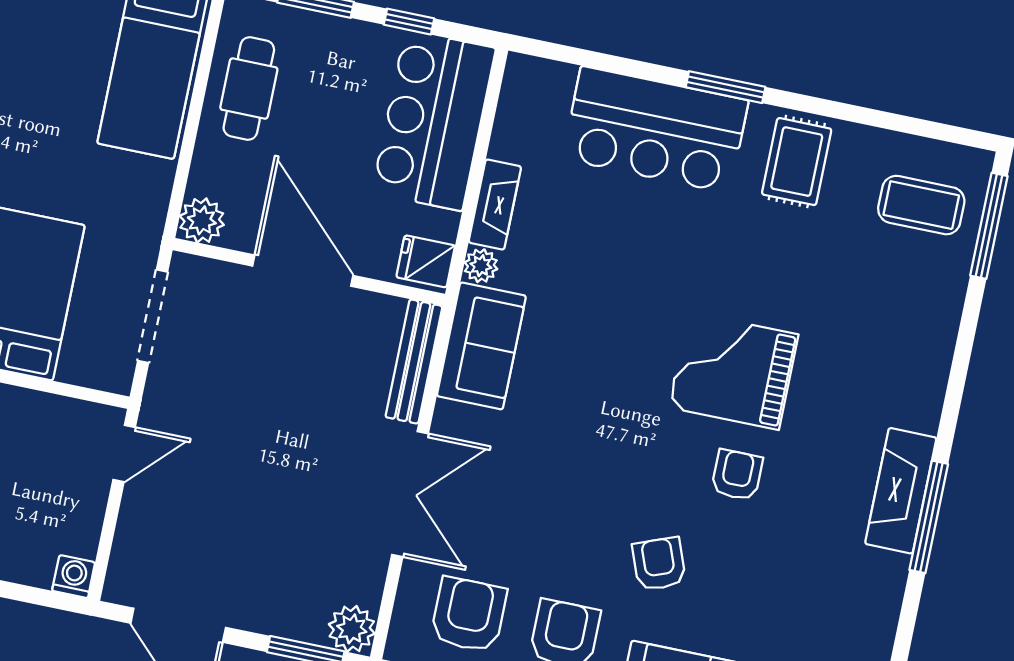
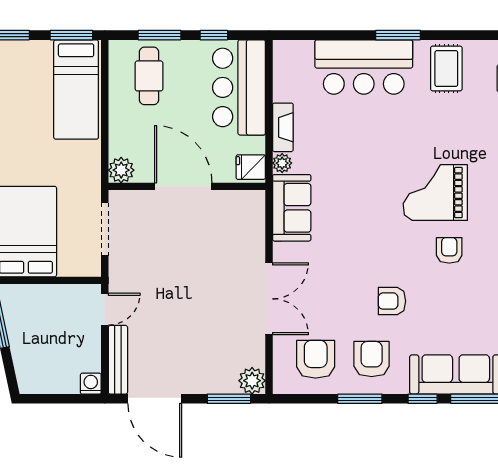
cafe table: (249, 89) -> (149, 76), moved
bench: (414, 362) -> (118, 360), moved
armchair: (659, 564) -> (392, 301), moved, turned -69

